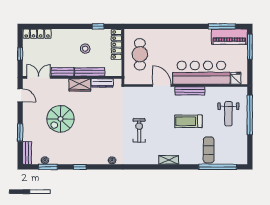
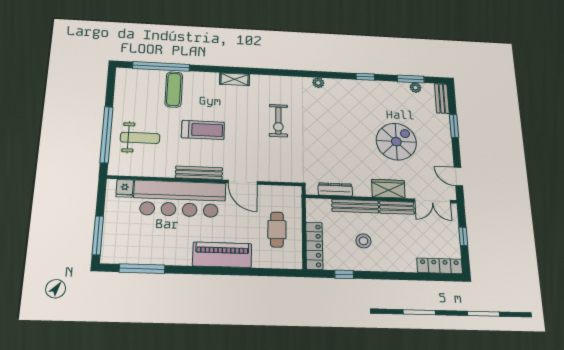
piano: (229, 37) -> (222, 255), moved
cafe table: (140, 54) -> (277, 230), width x0.73, depth x0.74
wardrobe: (80, 85) -> (388, 189), moved
weight bench: (228, 114) -> (140, 138), turned 90

